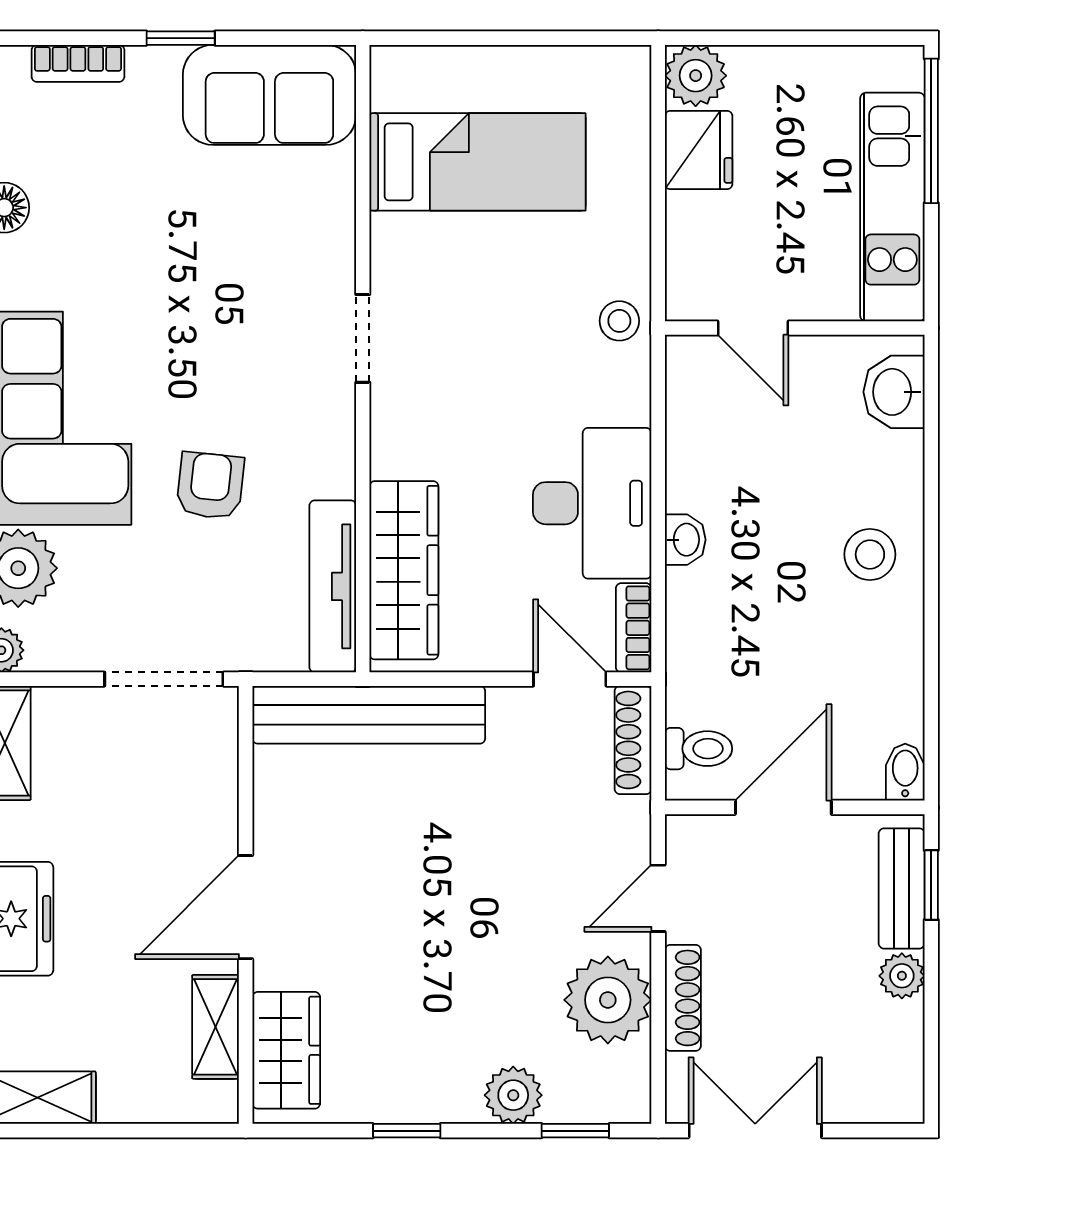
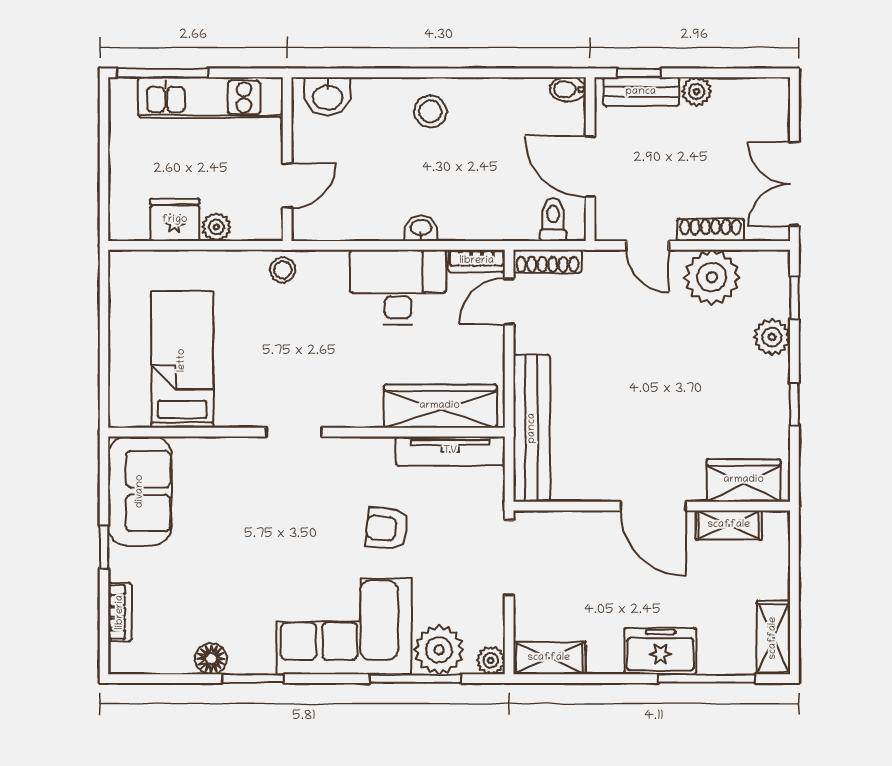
plant: (696, 76) -> (216, 227), moved, width x0.73, depth x0.73

